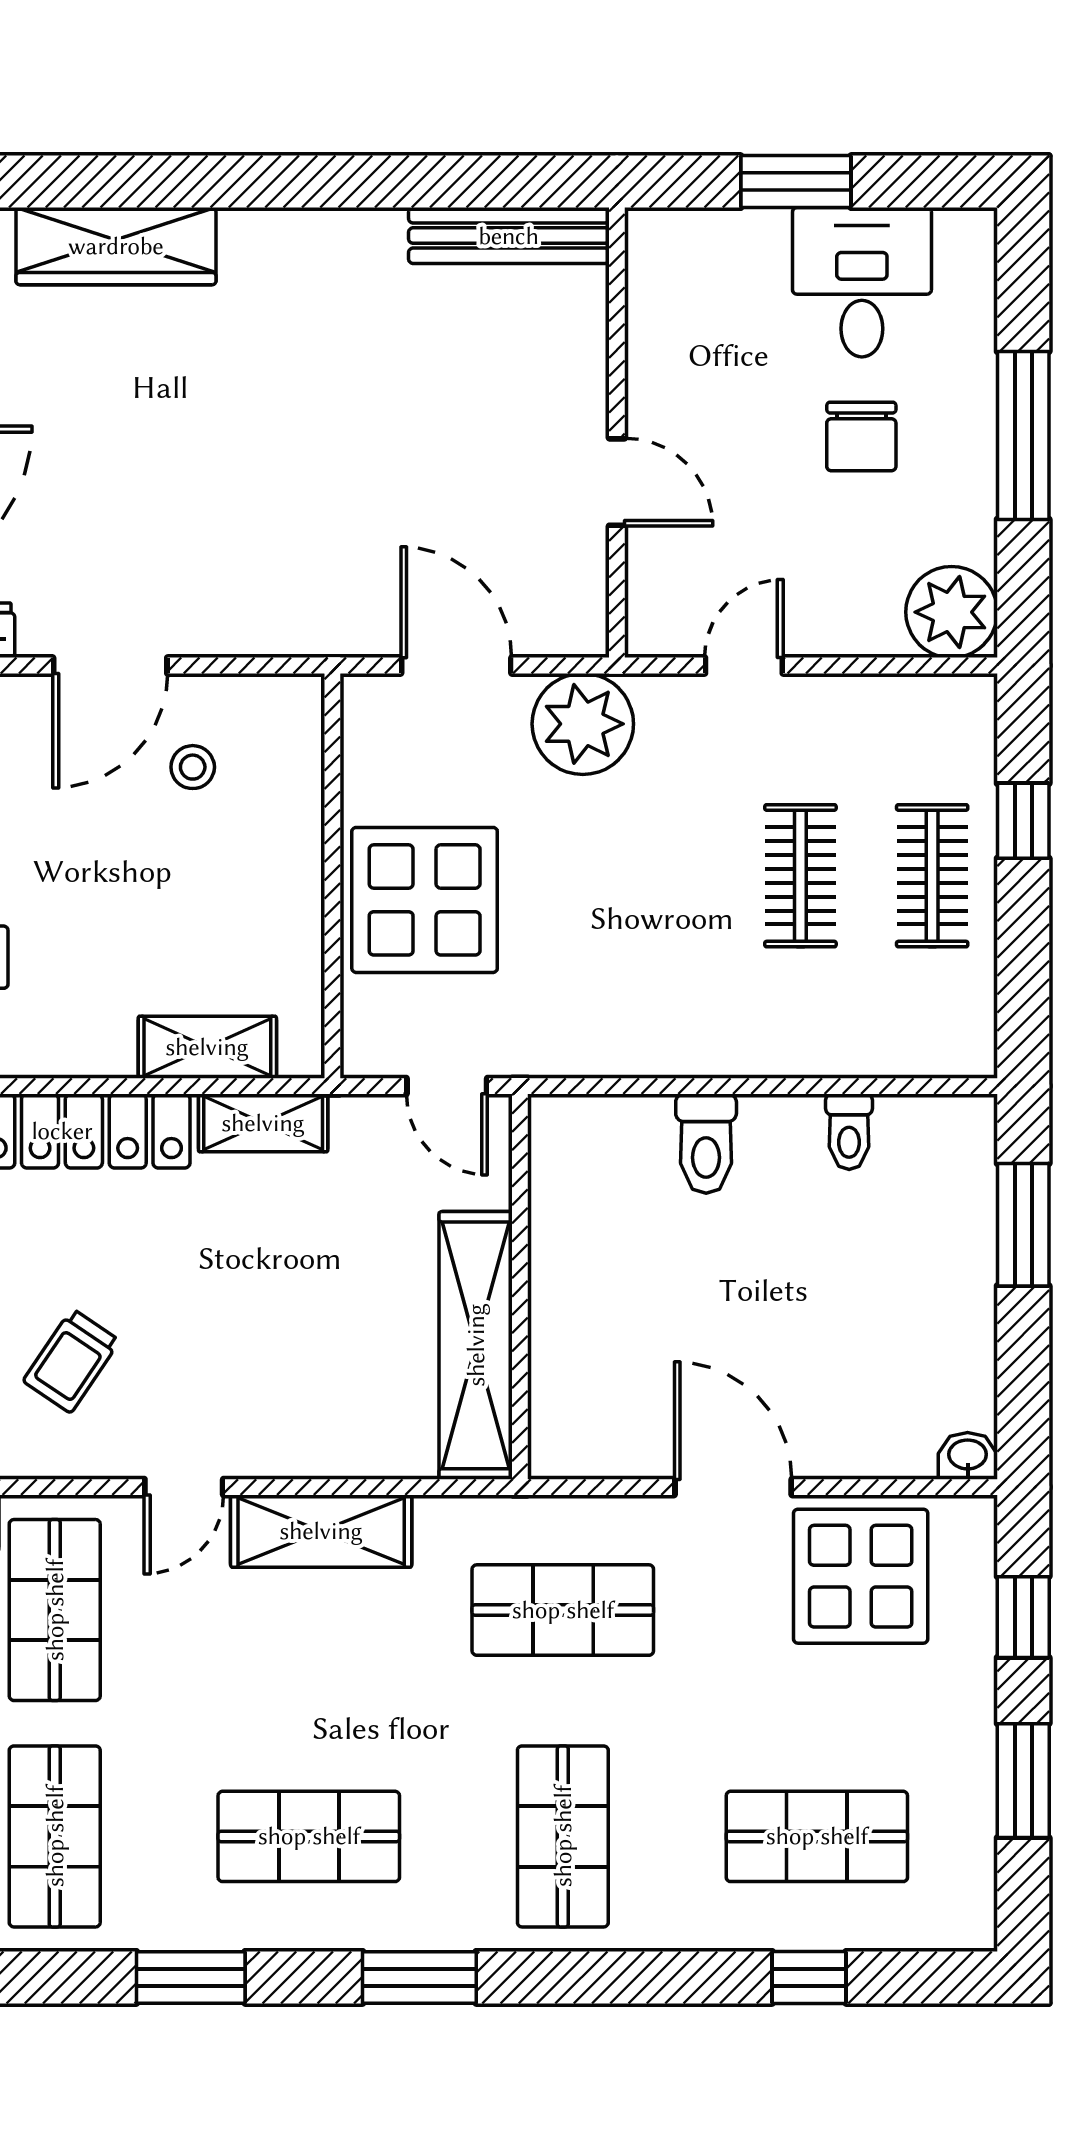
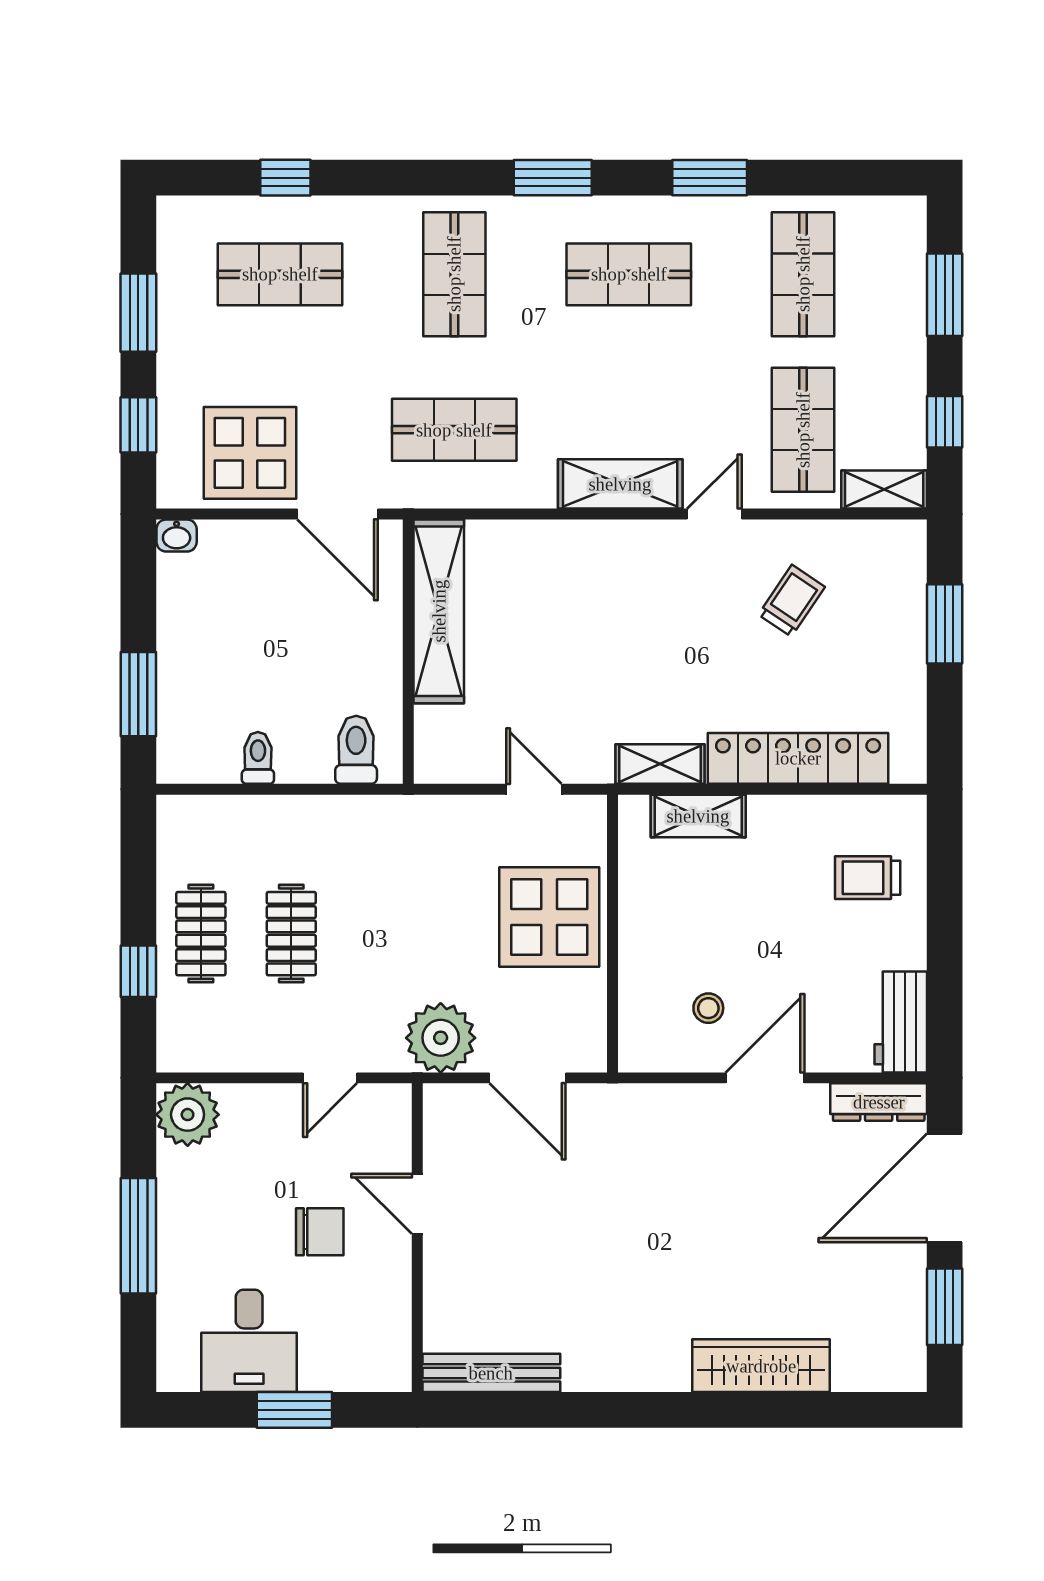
chair: (861, 437) -> (320, 1232), moved, turned 90
wall: (520, 1287) -> (408, 652), moved
shelving: (476, 1345) -> (439, 611), moved

